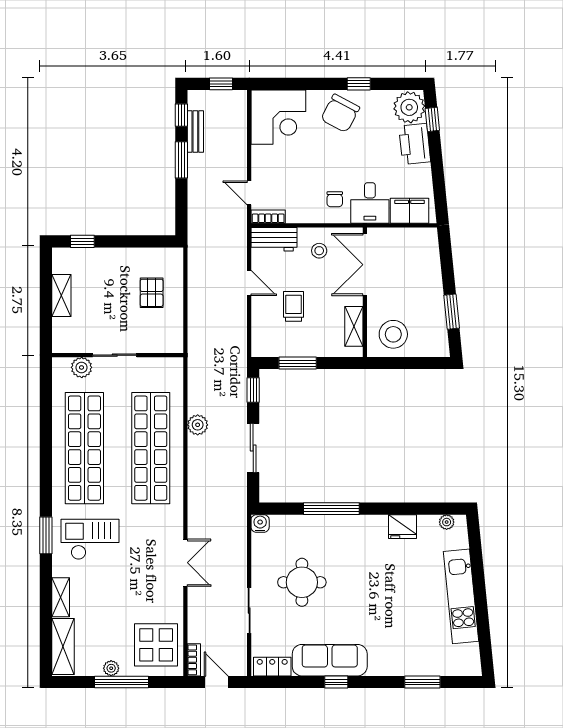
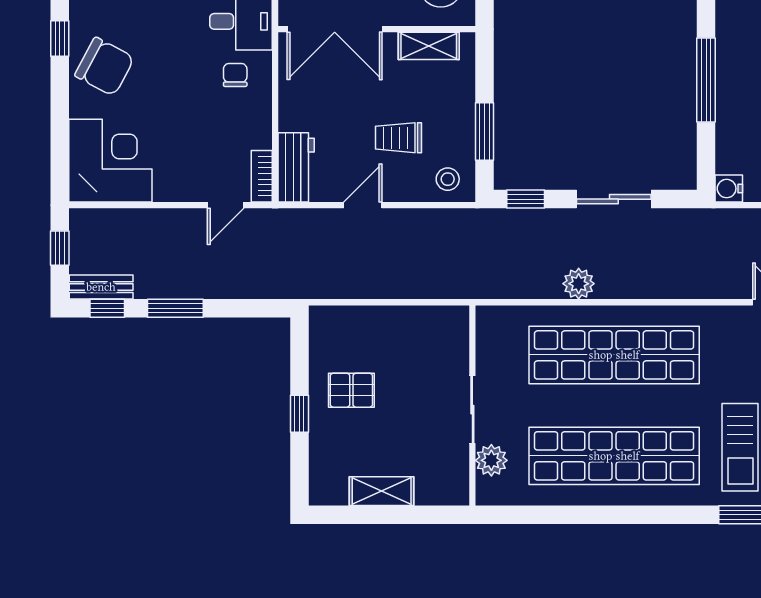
bench: (195, 131) -> (101, 287), moved
chair: (335, 199) -> (235, 75), turned -90
window: (82, 241) -> (299, 414), moved
stool: (319, 251) -> (448, 179), moved
pallet: (152, 293) -> (351, 390), moved

